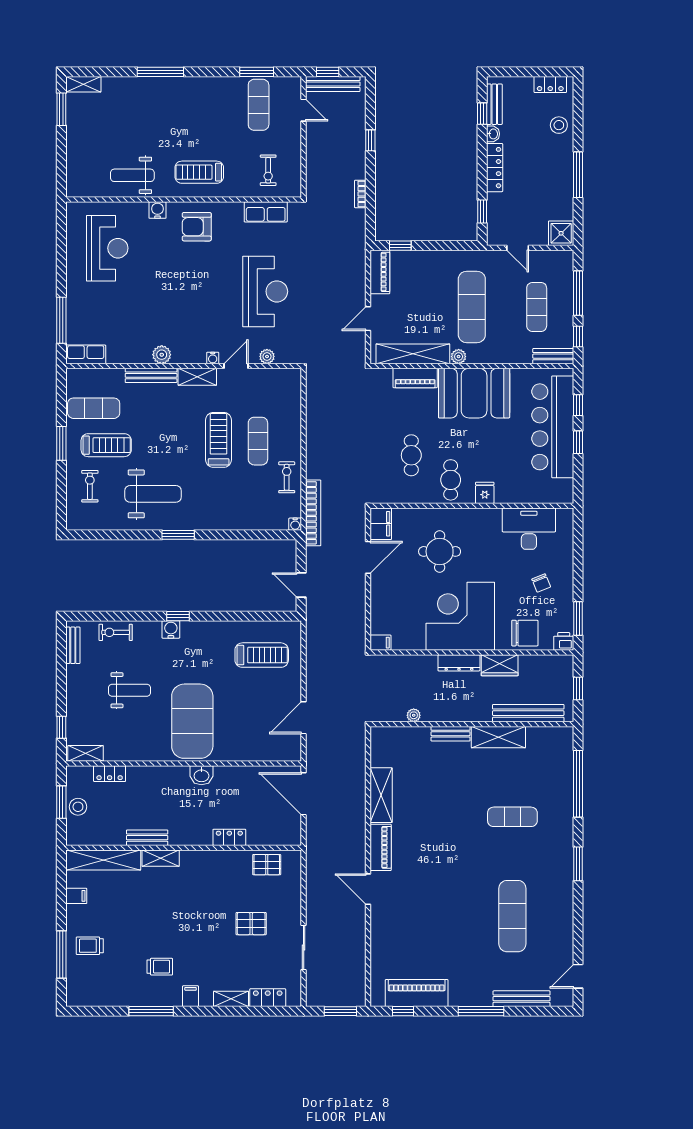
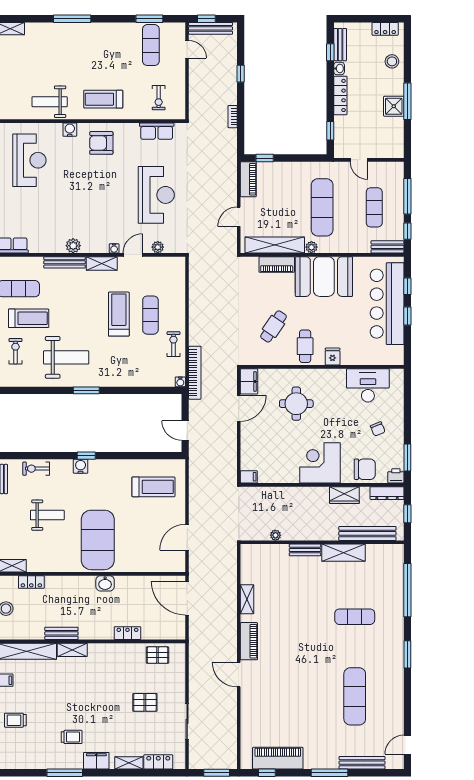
shower: (561, 233) -> (394, 106), moved
cafe table: (411, 455) -> (274, 326), turned 34
corner desk: (460, 616) -> (320, 463), width x0.74, depth x0.74
dresser: (459, 663) -> (387, 493), moved
shelving: (381, 795) -> (247, 599), width x0.67, depth x0.75
filing cabinet: (191, 996) -> (96, 761), width x2.00

